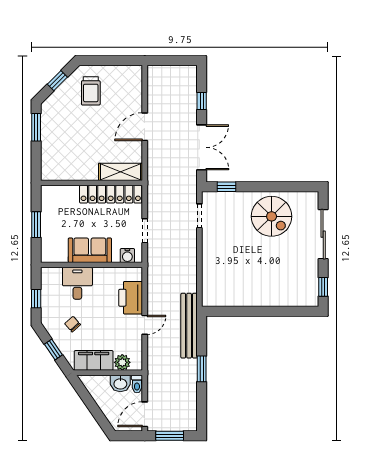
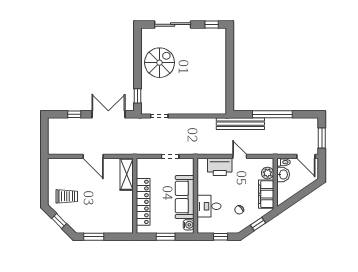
locker: (111, 194) -> (143, 202), moved
sofa: (90, 250) -> (185, 197), width x1.36
water cooler: (127, 256) -> (189, 225), moved
window: (202, 369) -> (272, 114), width x2.11

